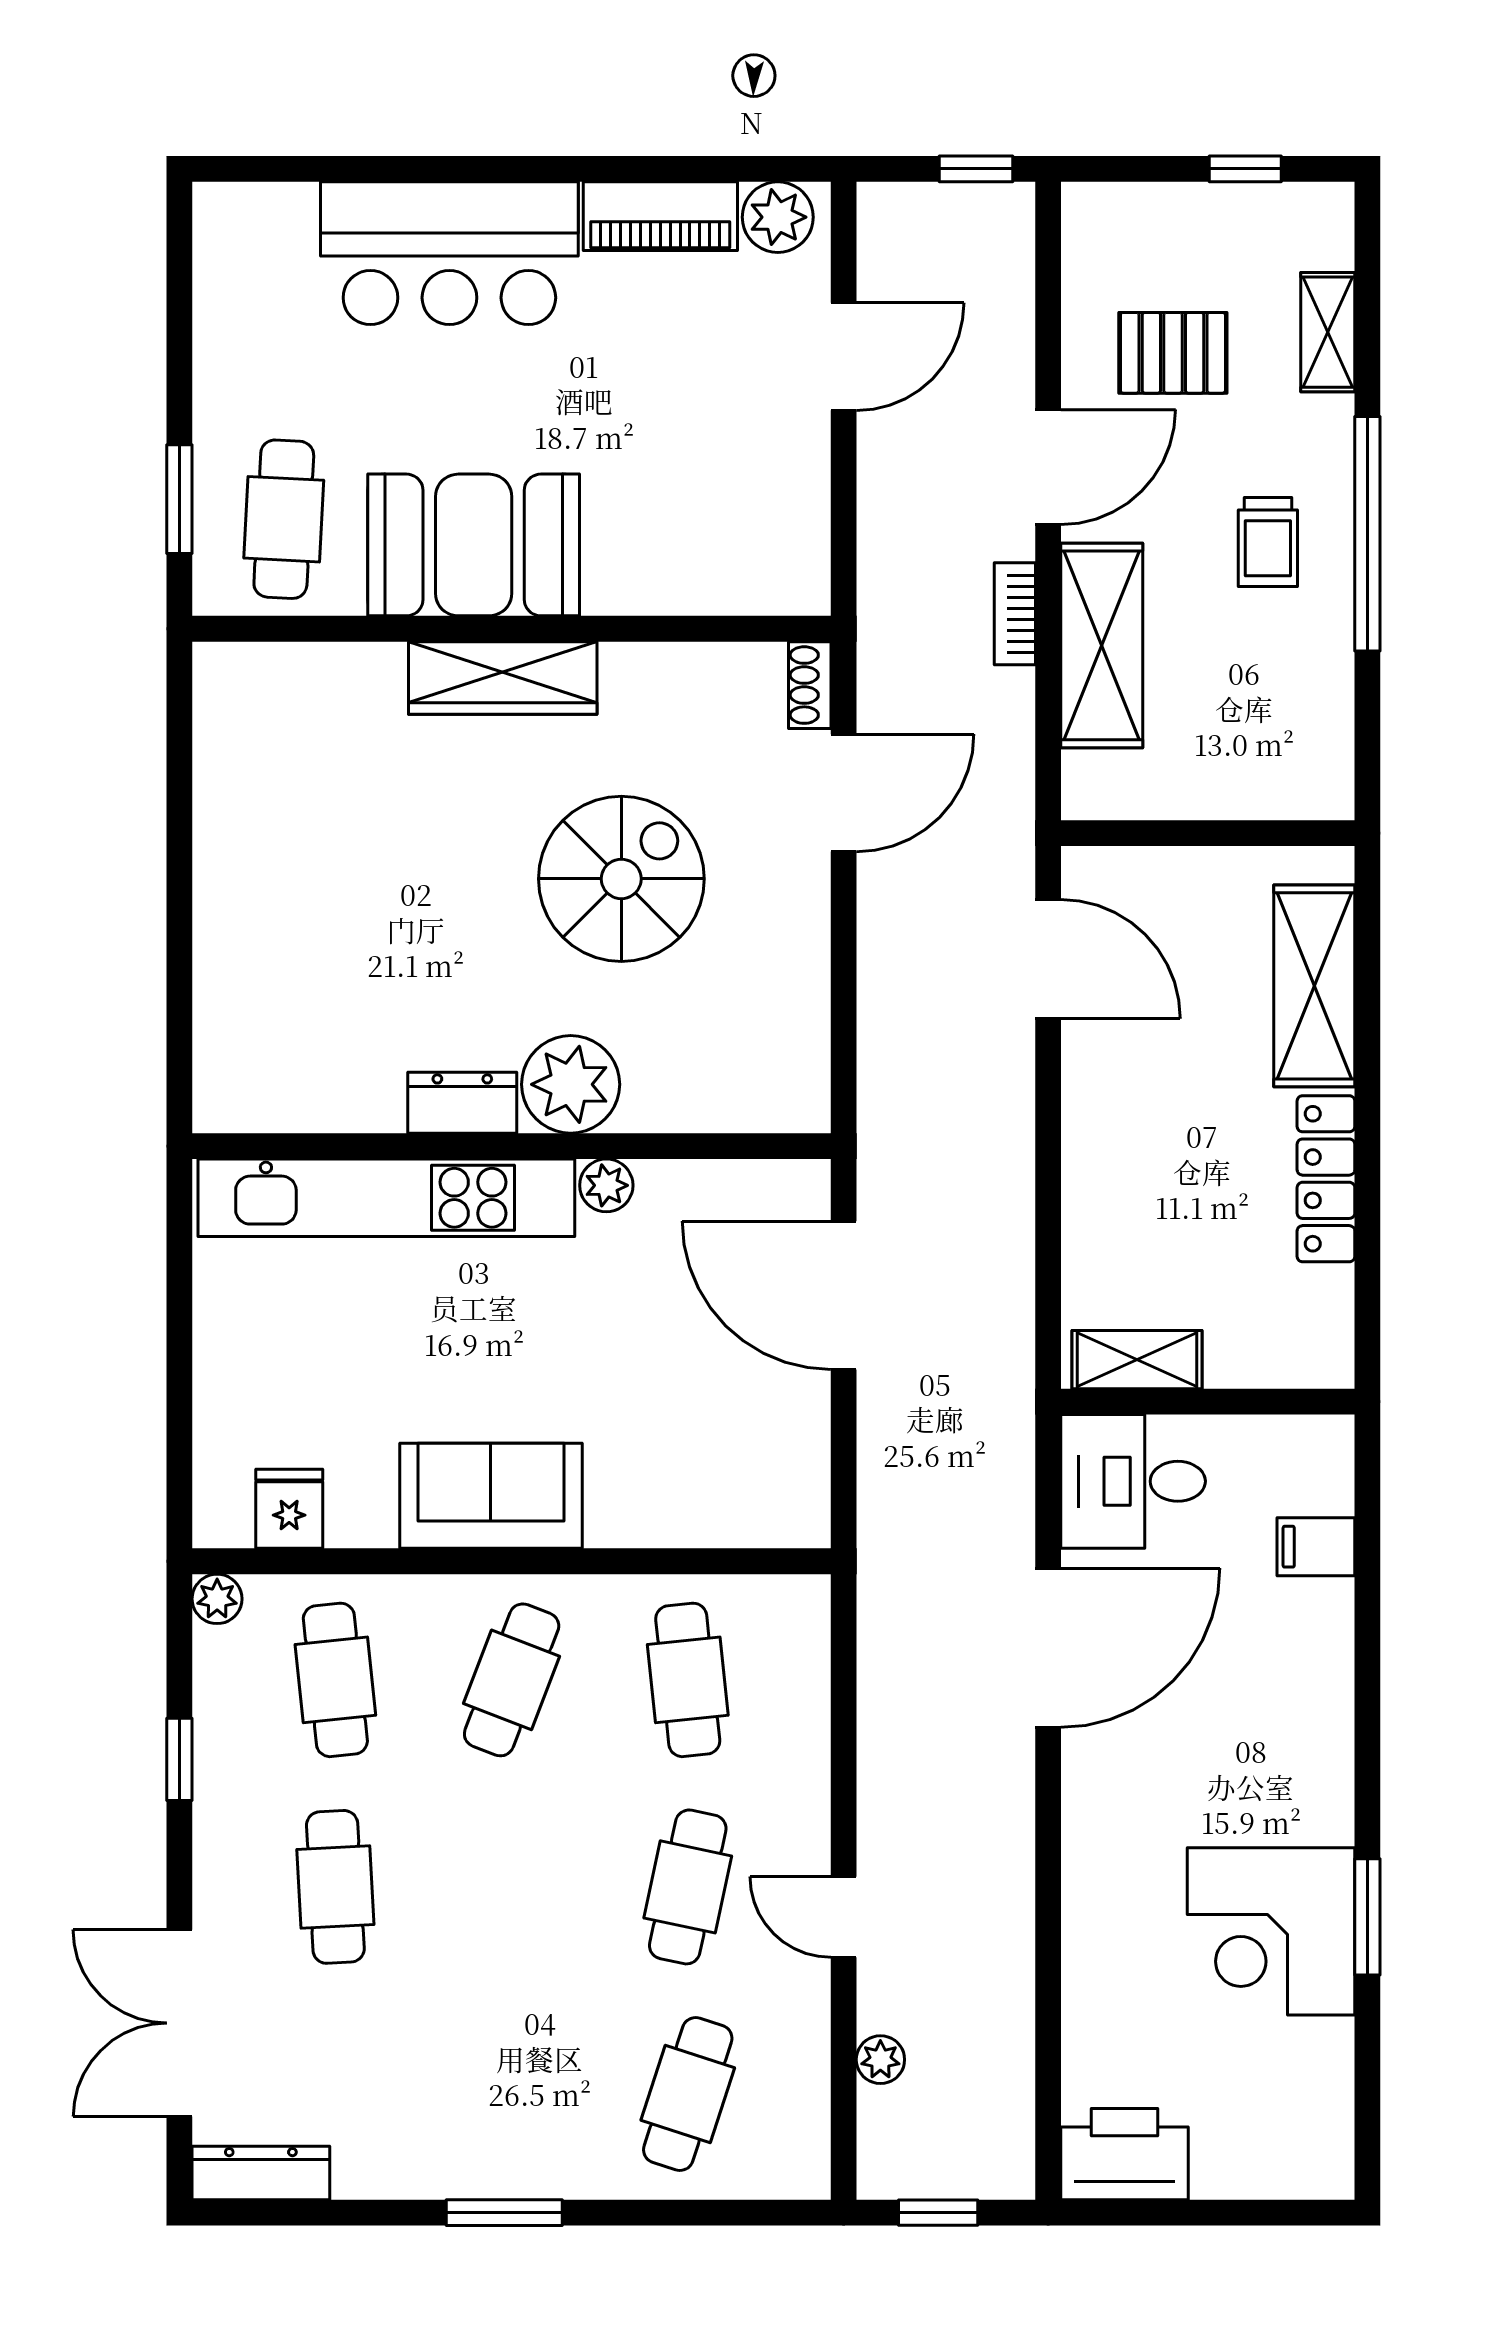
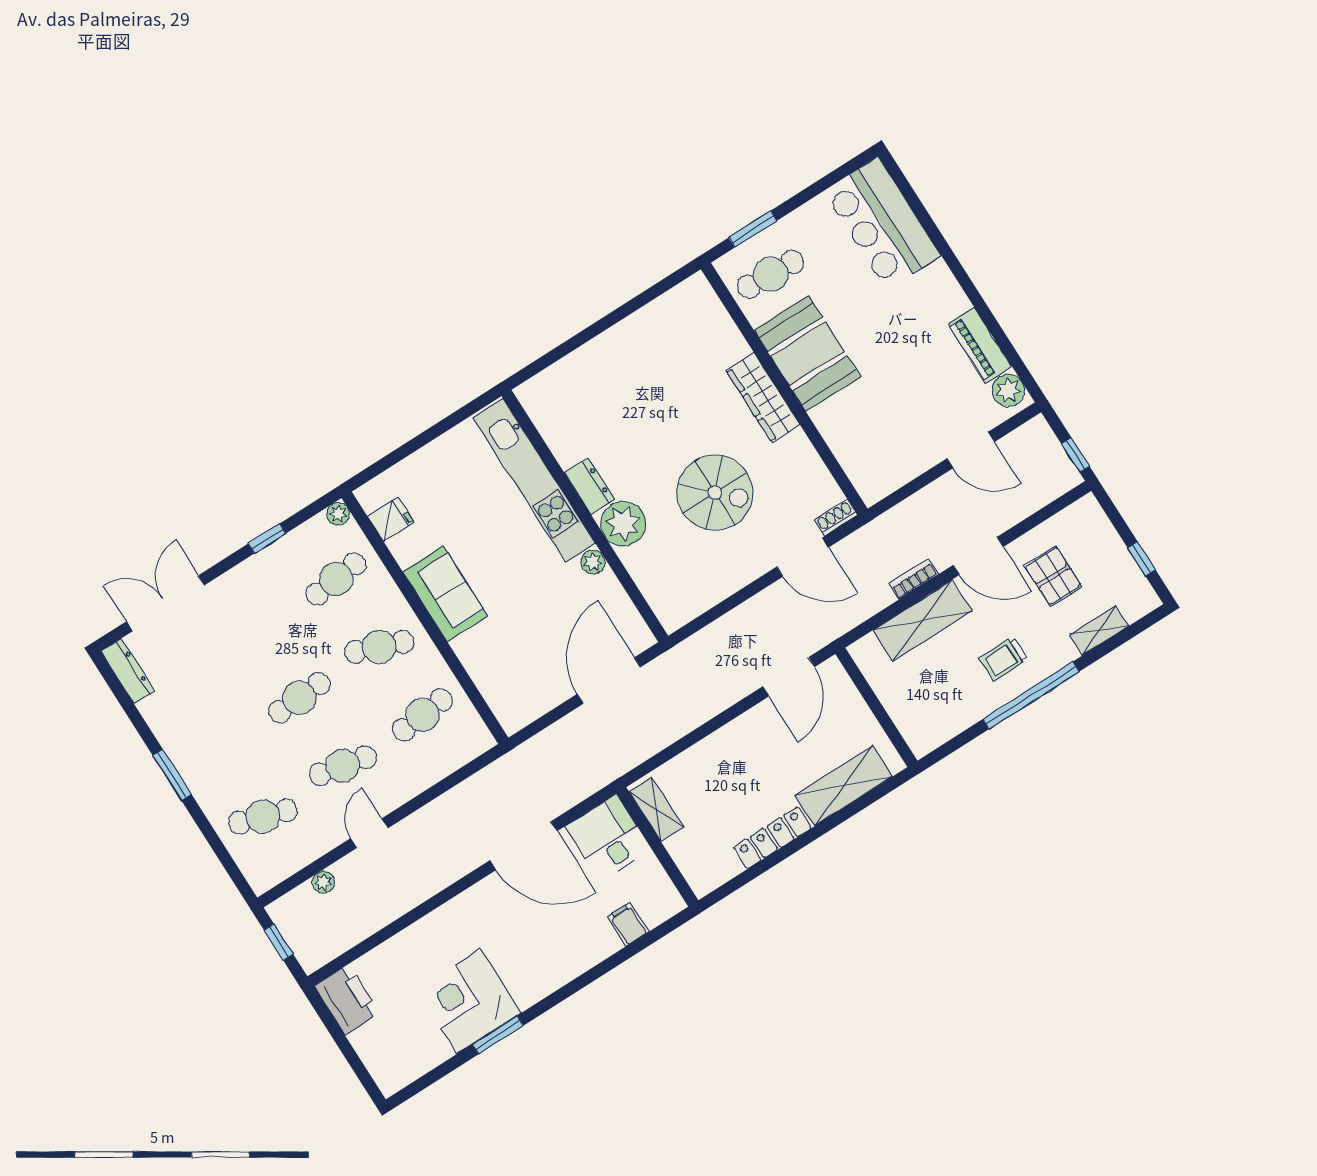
bar counter: (449, 253) -> (882, 223), moved
cafe table: (335, 1887) -> (299, 698), moved

